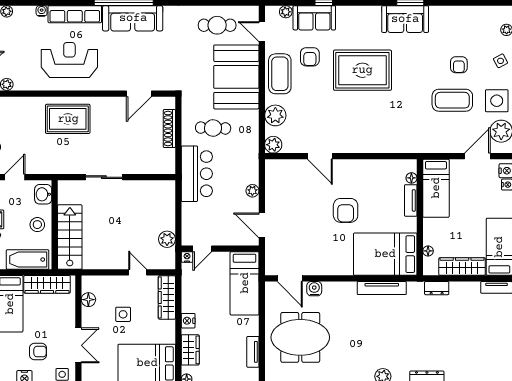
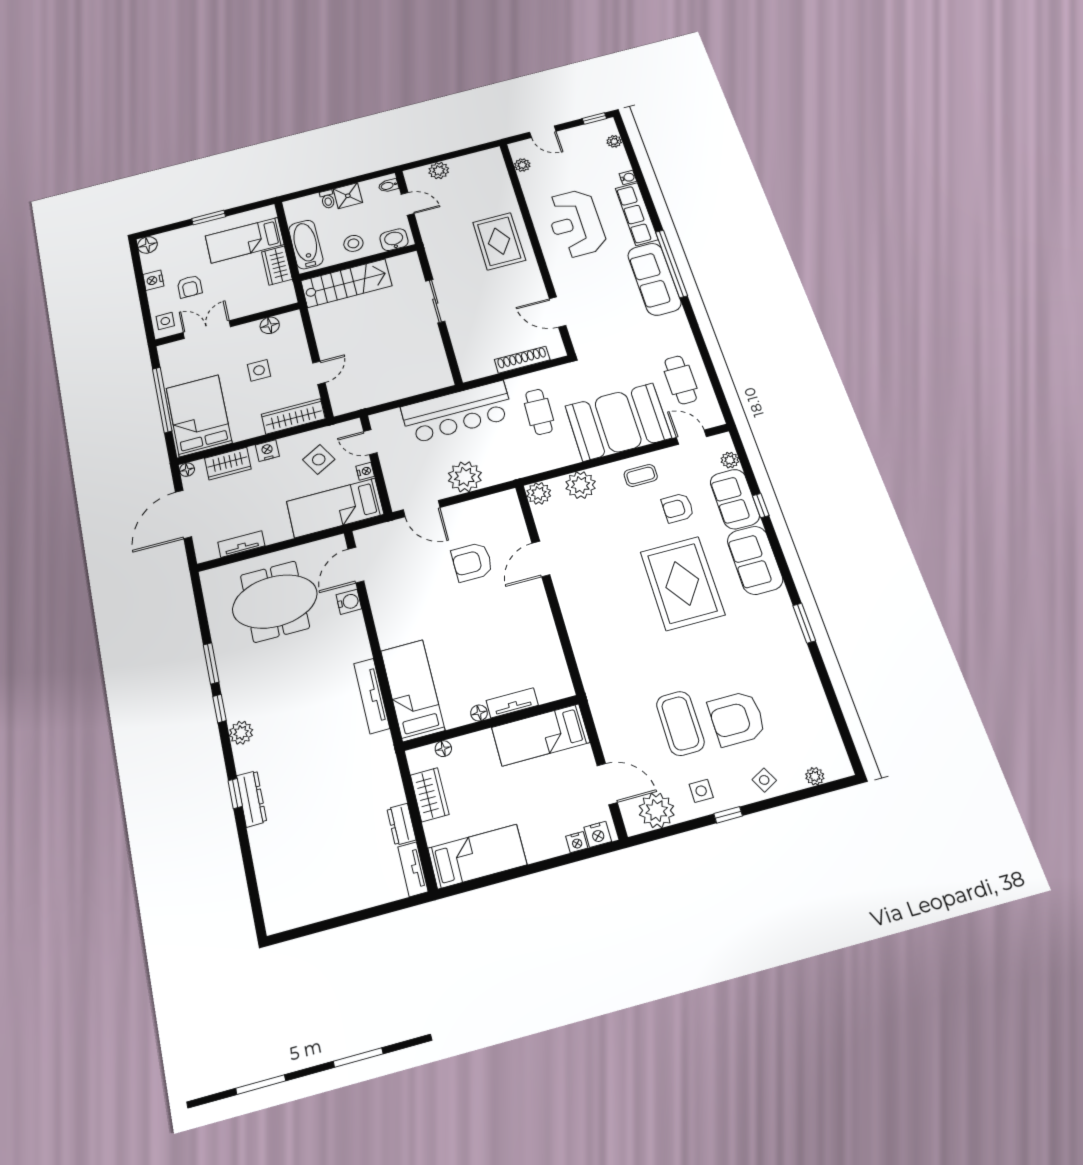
sofa: (405, 19) -> (755, 560), moved
door: (262, 32) -> (691, 437), hinge flipped
reception desk: (69, 60) -> (576, 223), turned 180
armchair: (459, 65) -> (737, 719), width x1.88, depth x1.88
coffee table: (280, 74) -> (641, 475), width x0.54, depth x0.58
side table: (497, 101) -> (701, 791), width x0.54, depth x0.54
bar counter: (197, 174) -> (457, 412), width x1.36
floor lamp: (411, 178) -> (479, 713), moved
plant: (252, 191) -> (465, 477), width x1.87, depth x1.87
armchair: (346, 210) -> (472, 562), moved
door: (262, 225) -> (422, 509), swing flipped
plant: (167, 239) -> (372, 396), removed
bed: (385, 254) -> (413, 690), width x0.67
nightstand: (187, 257) -> (365, 471), moved
wardrobe: (462, 266) -> (430, 795), width x0.67
wardrobe: (47, 284) -> (277, 266), width x0.67
side table: (205, 287) -> (319, 460), added
dresser: (437, 288) -> (401, 824), moved
meeting table: (300, 337) -> (275, 601), turned 90
double door: (78, 345) -> (207, 330), swing flipped

